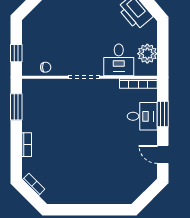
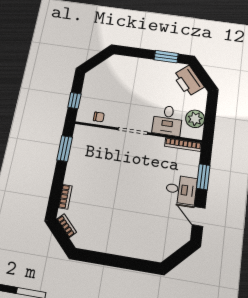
desk: (142, 116) -> (181, 190), moved
bookcase: (27, 145) -> (65, 197), moved

